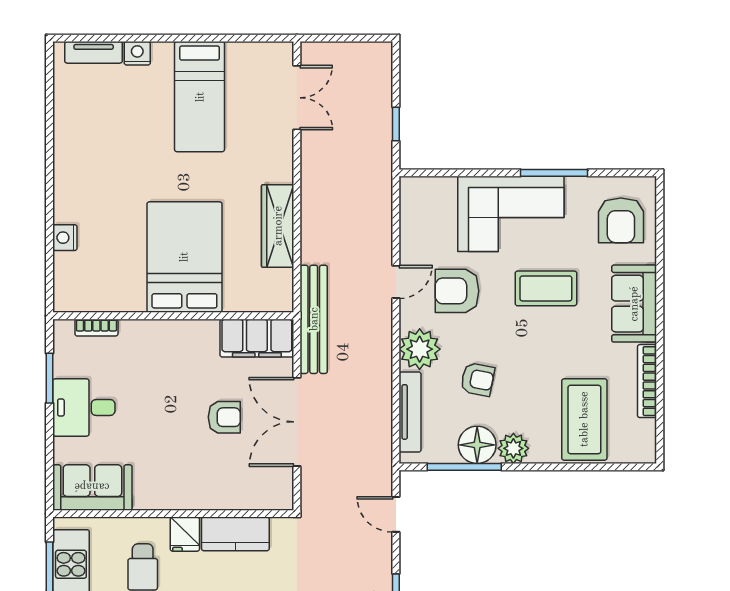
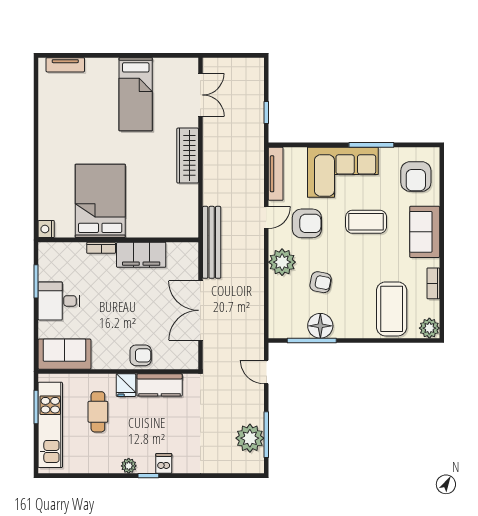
nightstand: (137, 53) -> (94, 65), removed
wardrobe: (278, 226) -> (188, 156), moved
nightstand: (65, 238) -> (46, 229), moved
bed: (184, 257) -> (100, 201), moved
armchair: (457, 291) -> (307, 223), turned 180
bookcase: (96, 328) -> (101, 248), moved
filing cabinet: (257, 338) -> (141, 255), moved
bookcase: (647, 381) -> (433, 283), width x0.64
tv unit: (410, 412) -> (276, 174), moved
armchair: (224, 417) -> (141, 355), moved
plant: (513, 448) -> (429, 328), moved

